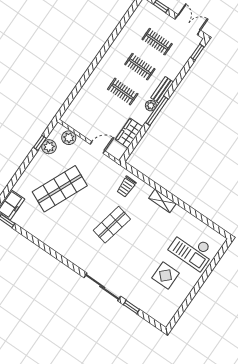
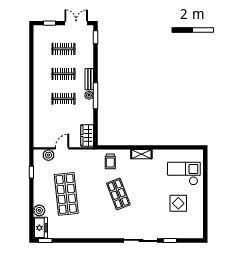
wardrobe: (129, 133) -> (87, 135), moved
plant: (49, 147) -> (39, 210), moved
door: (98, 148) -> (62, 148), moved
shop shelf: (60, 189) -> (66, 194), turned -30
shop shelf: (112, 225) -> (118, 194), turned -33
checkout: (192, 250) -> (184, 174), turned 180

